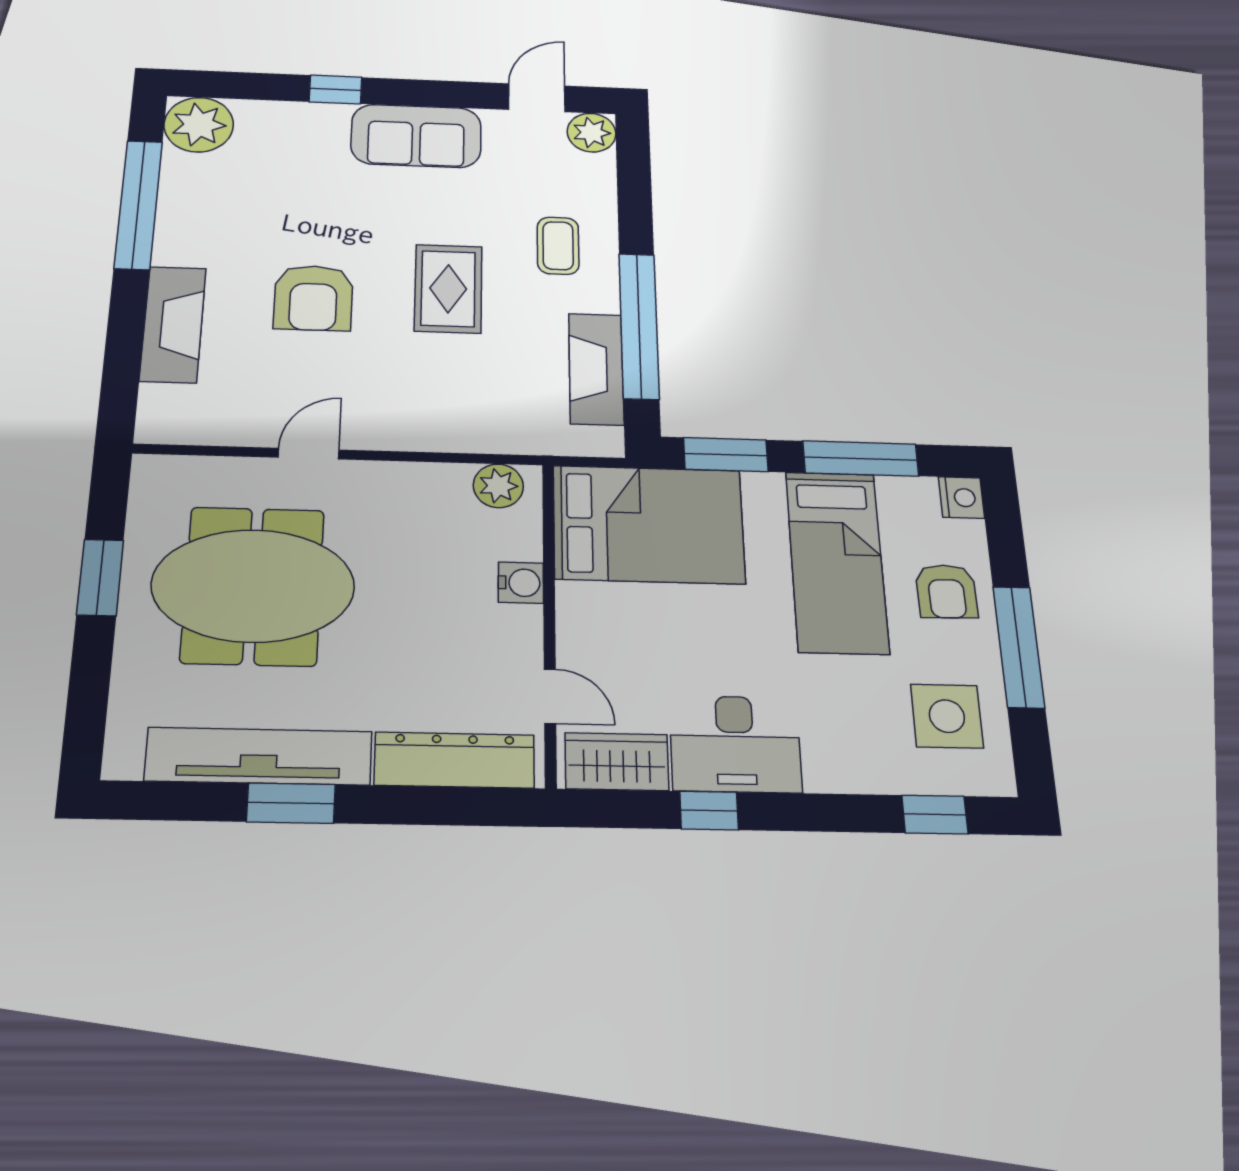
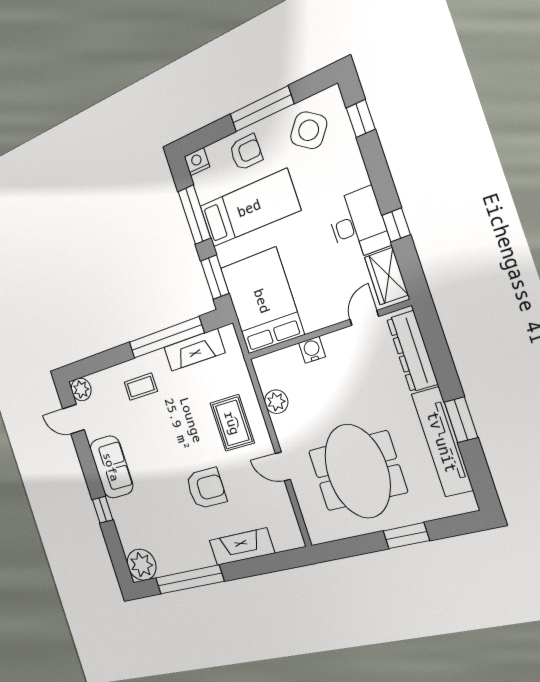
rug: (448, 289) -> (232, 423), moved, turned 90
plant: (498, 486) -> (276, 402), moved
window: (100, 577) -> (406, 536), moved
side table: (947, 716) -> (309, 130), turned 37

